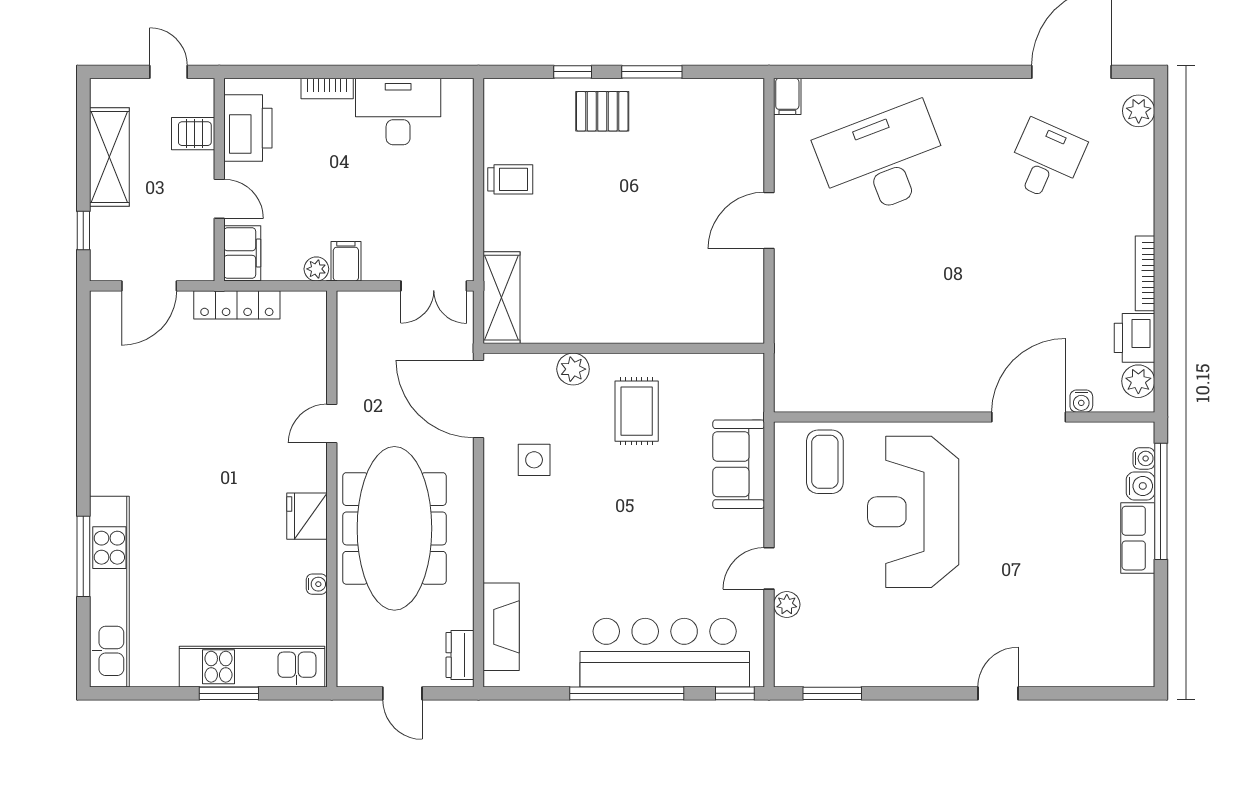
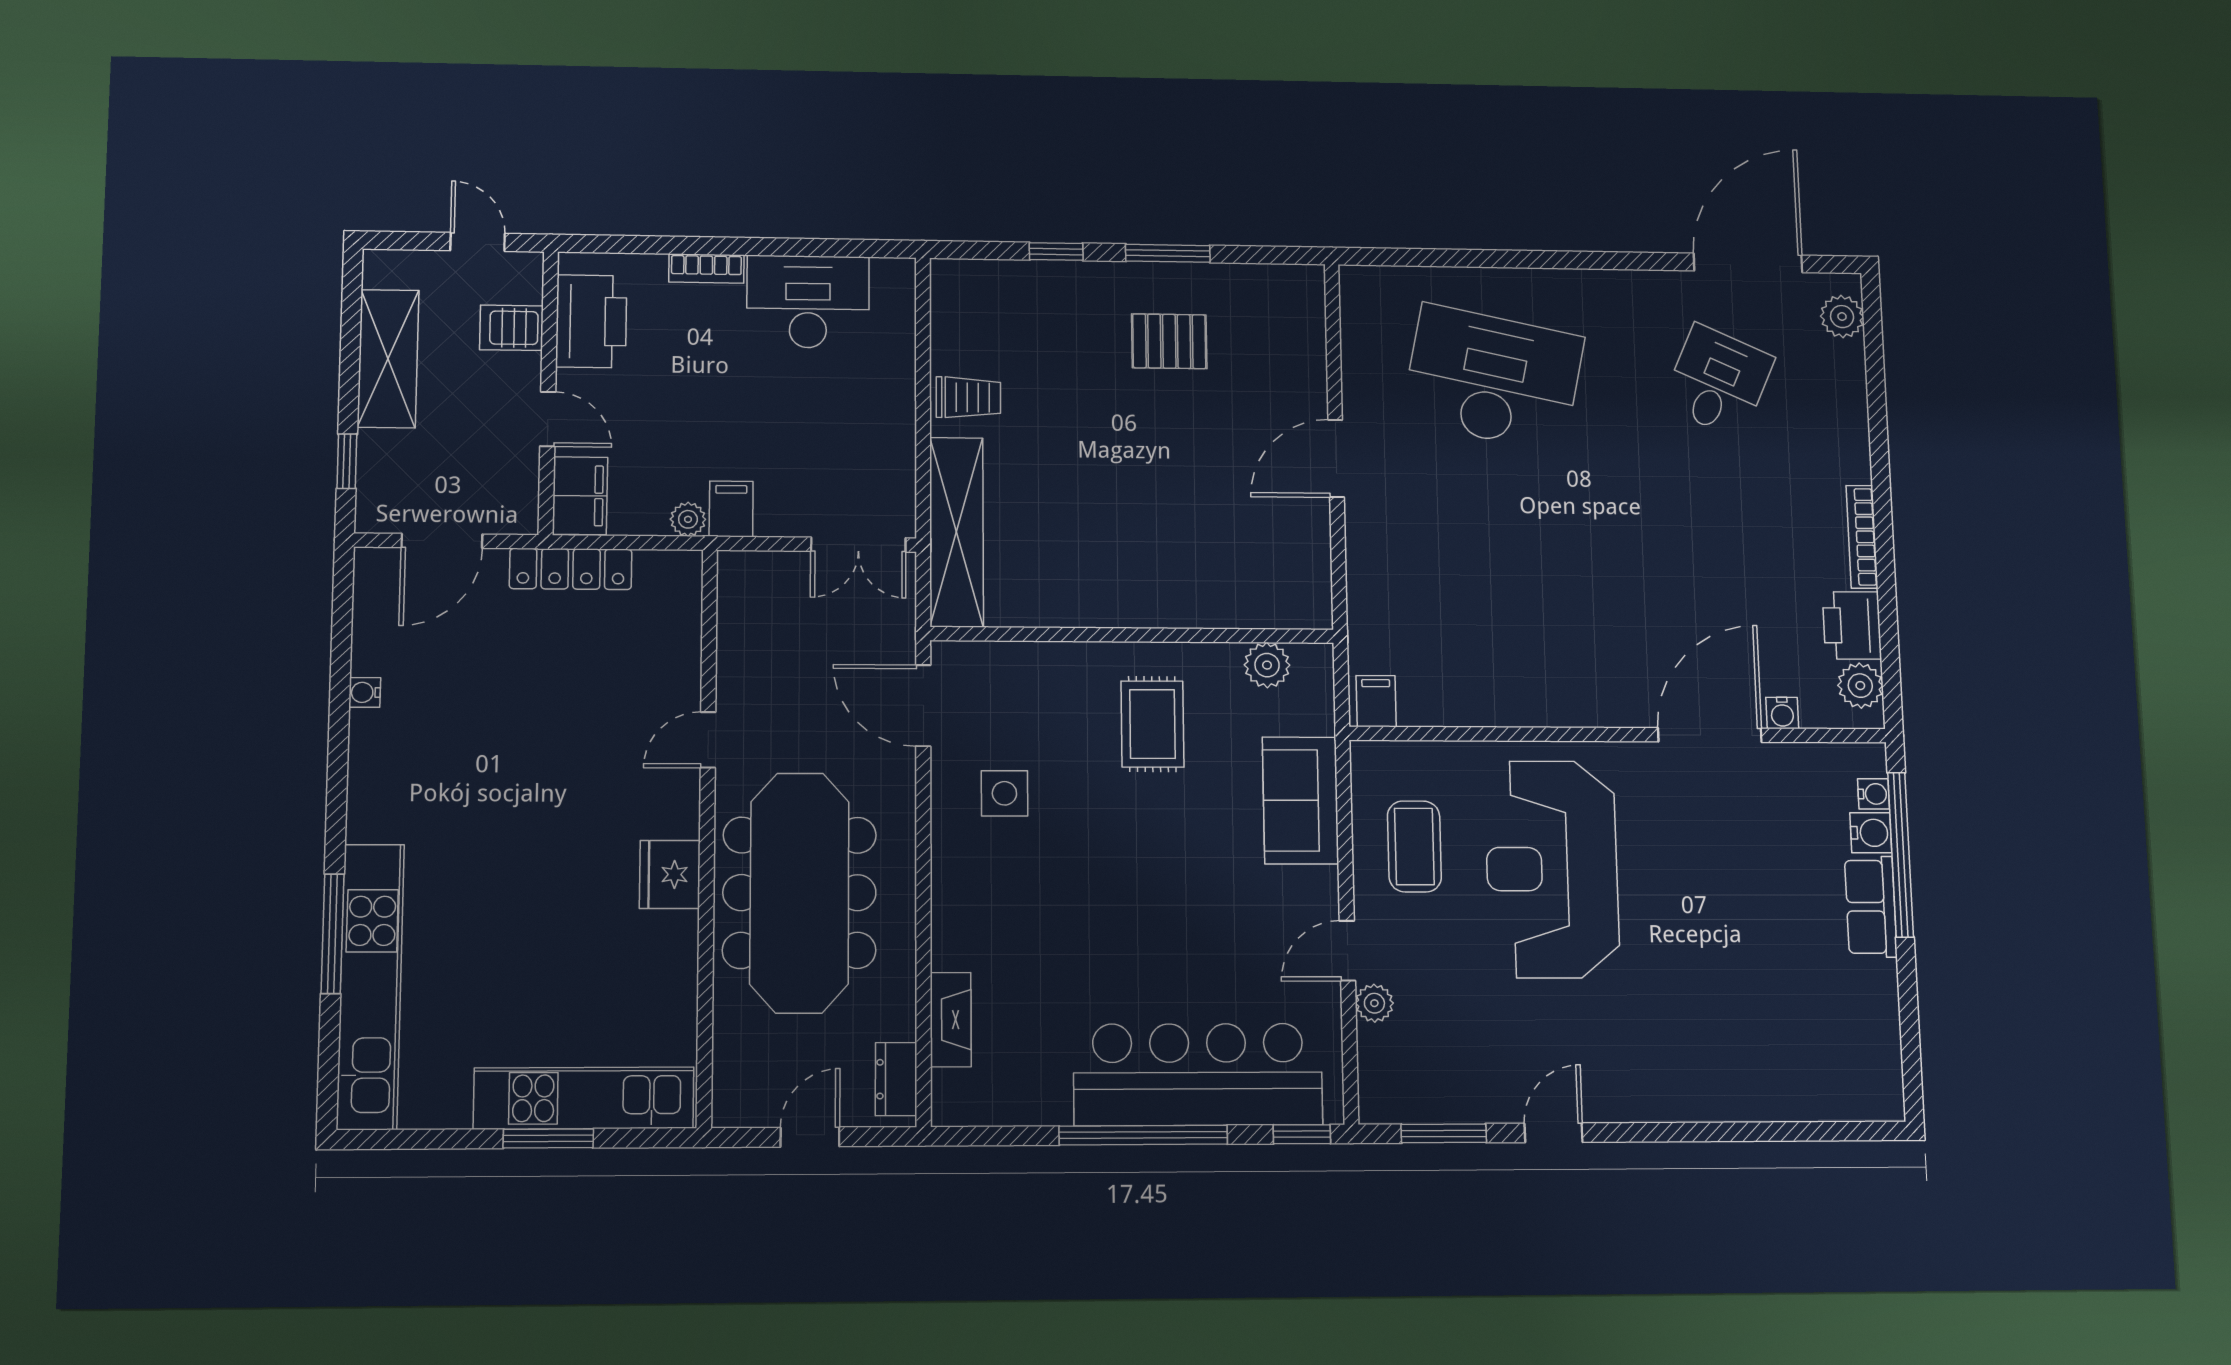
filing cabinet: (787, 96) -> (1376, 701), moved, turned 180
pallet: (602, 111) -> (1169, 341), moved
desk: (883, 160) -> (1493, 378), turned 33
shelving: (502, 298) -> (956, 532), width x1.47
plant: (573, 369) -> (1267, 665), moved
door: (479, 399) -> (923, 706), width x0.73
coffee table: (825, 462) -> (1414, 846), moved
water cooler: (317, 584) -> (365, 692), moved, turned 180
fireplace: (501, 627) -> (951, 1020), width x0.73, depth x0.76
door: (402, 693) -> (810, 1137), swing flipped
door: (998, 693) -> (1553, 1133), moved

